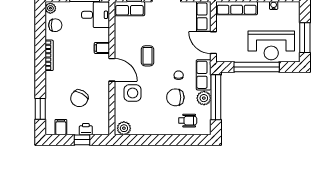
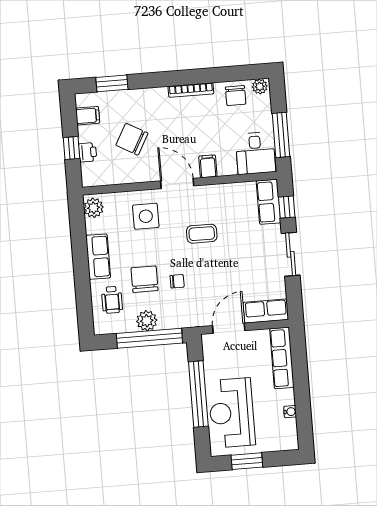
window: (305, 38) -> (247, 461), width x0.69
door: (112, 70) -> (177, 183), swing flipped
row of seats: (204, 75) -> (98, 257), moved, turned 90

